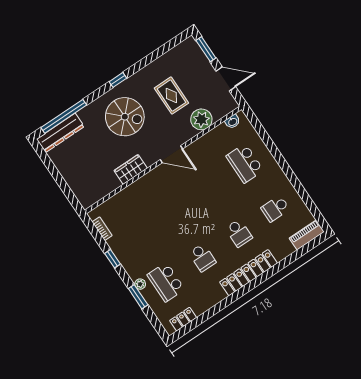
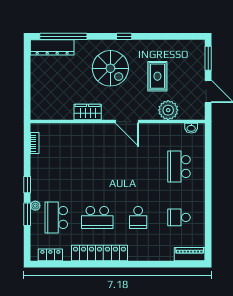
school desk: (202, 258) -> (97, 217), width x1.85
window: (113, 259) -> (27, 185), moved
locker: (248, 273) -> (99, 253), moved

